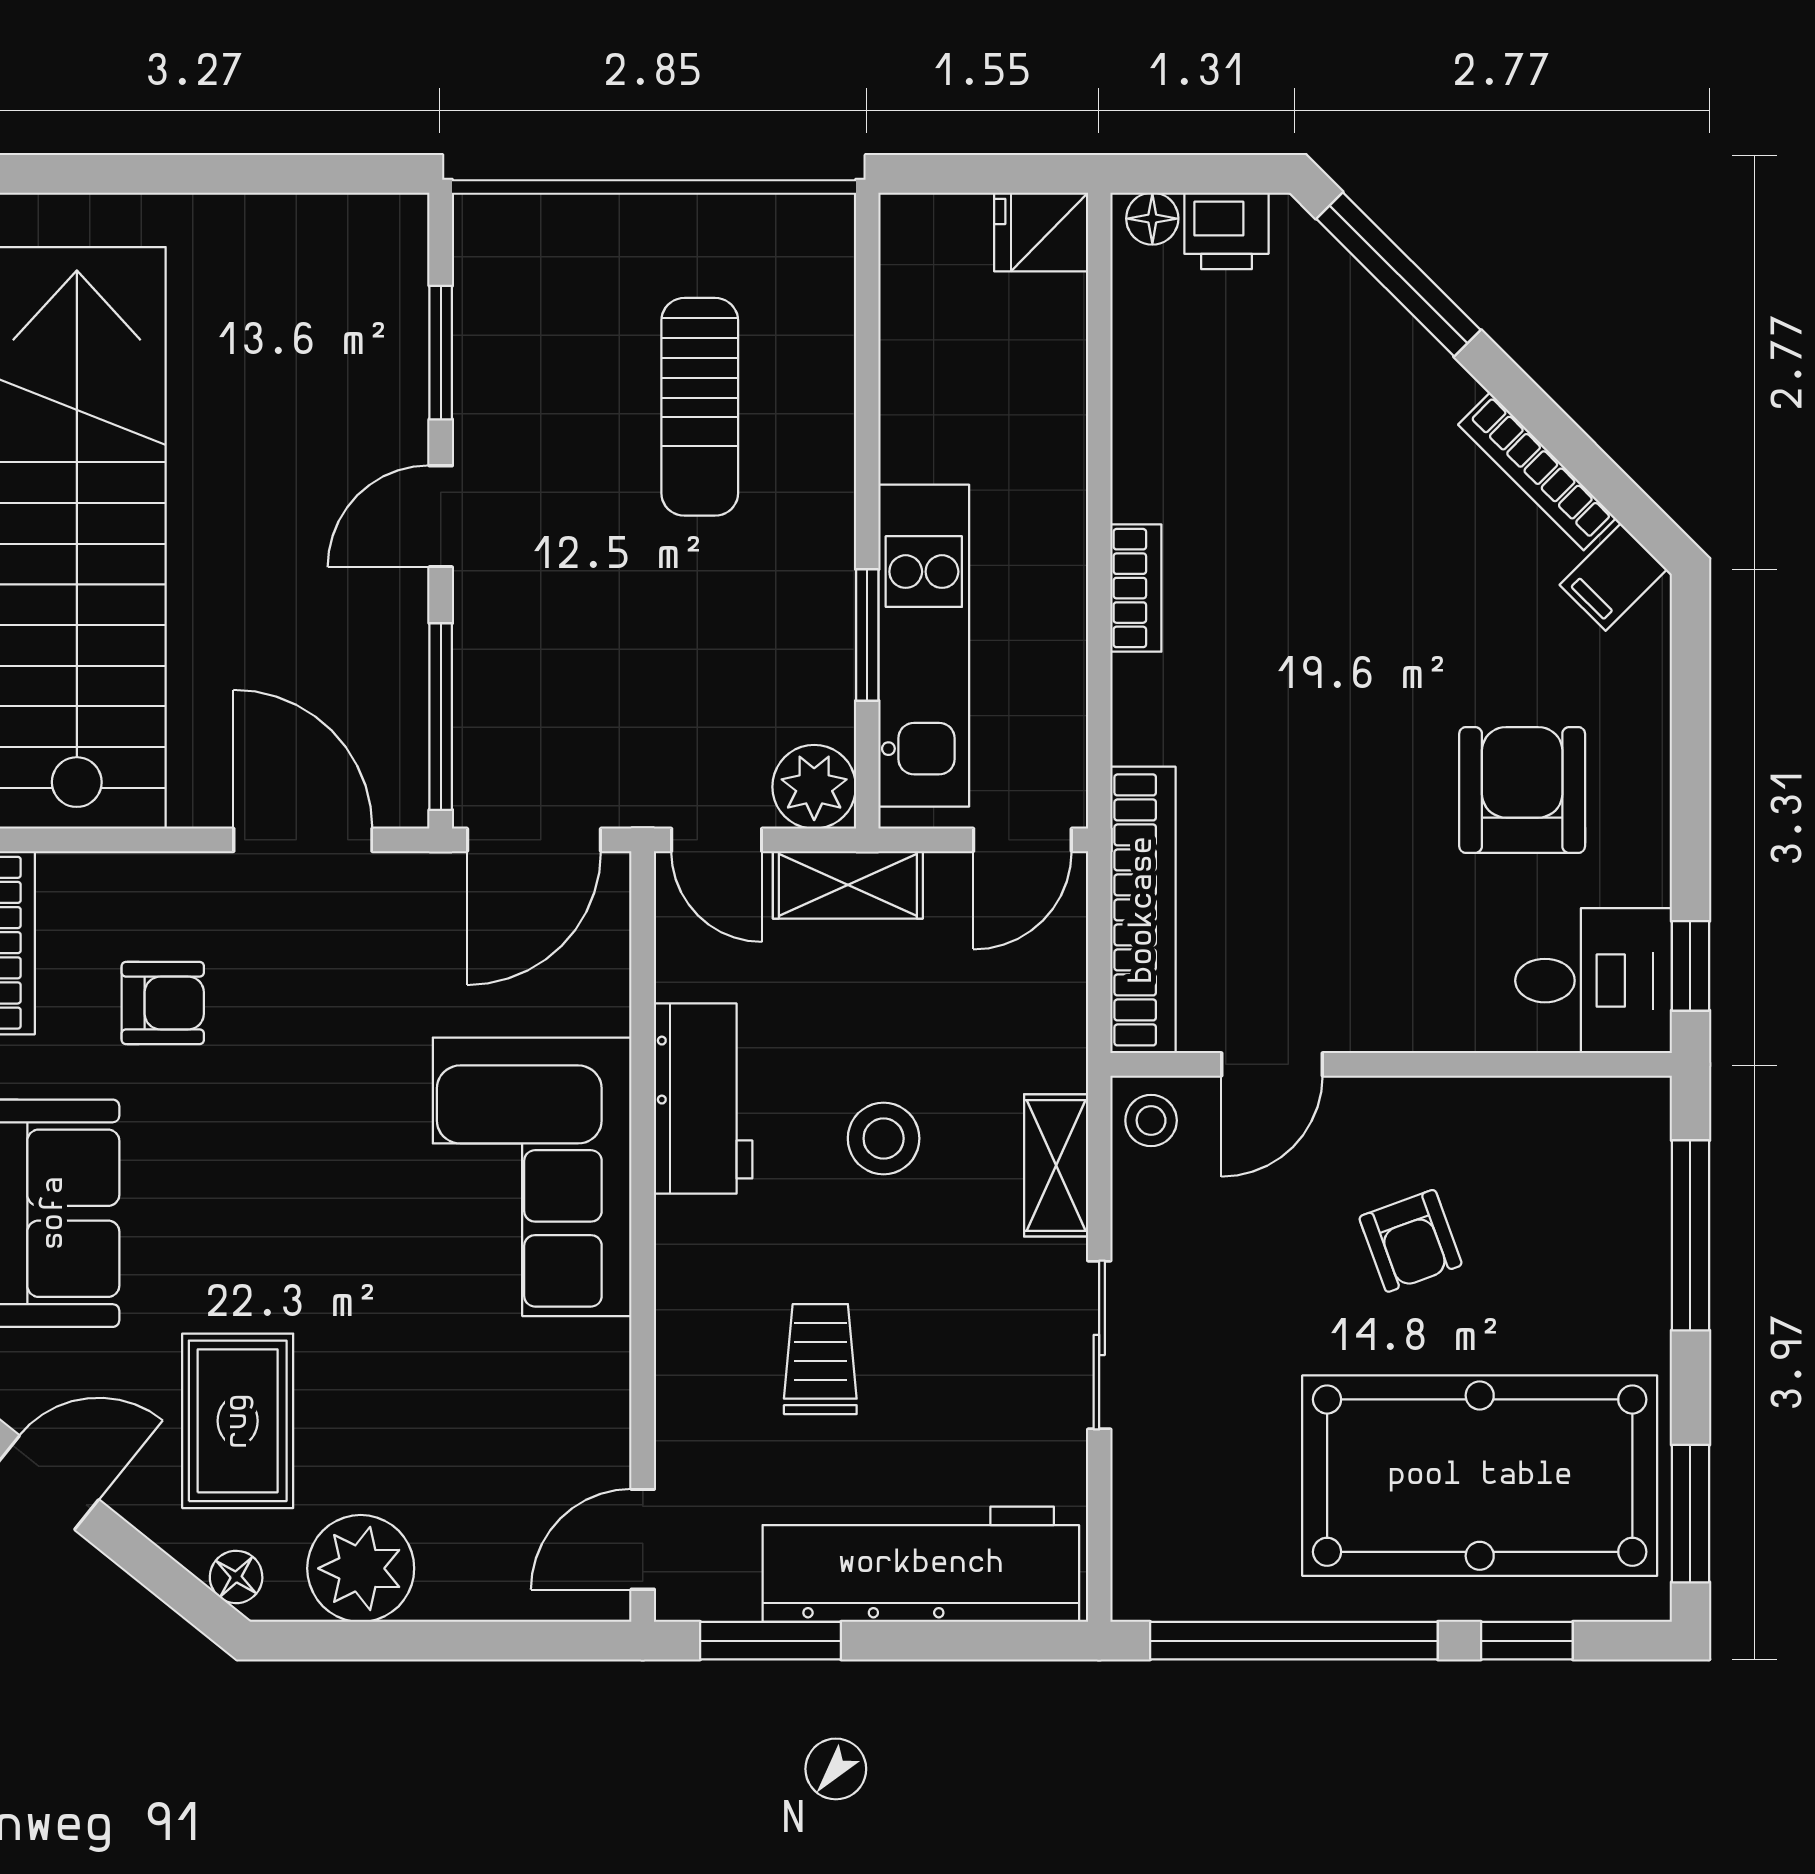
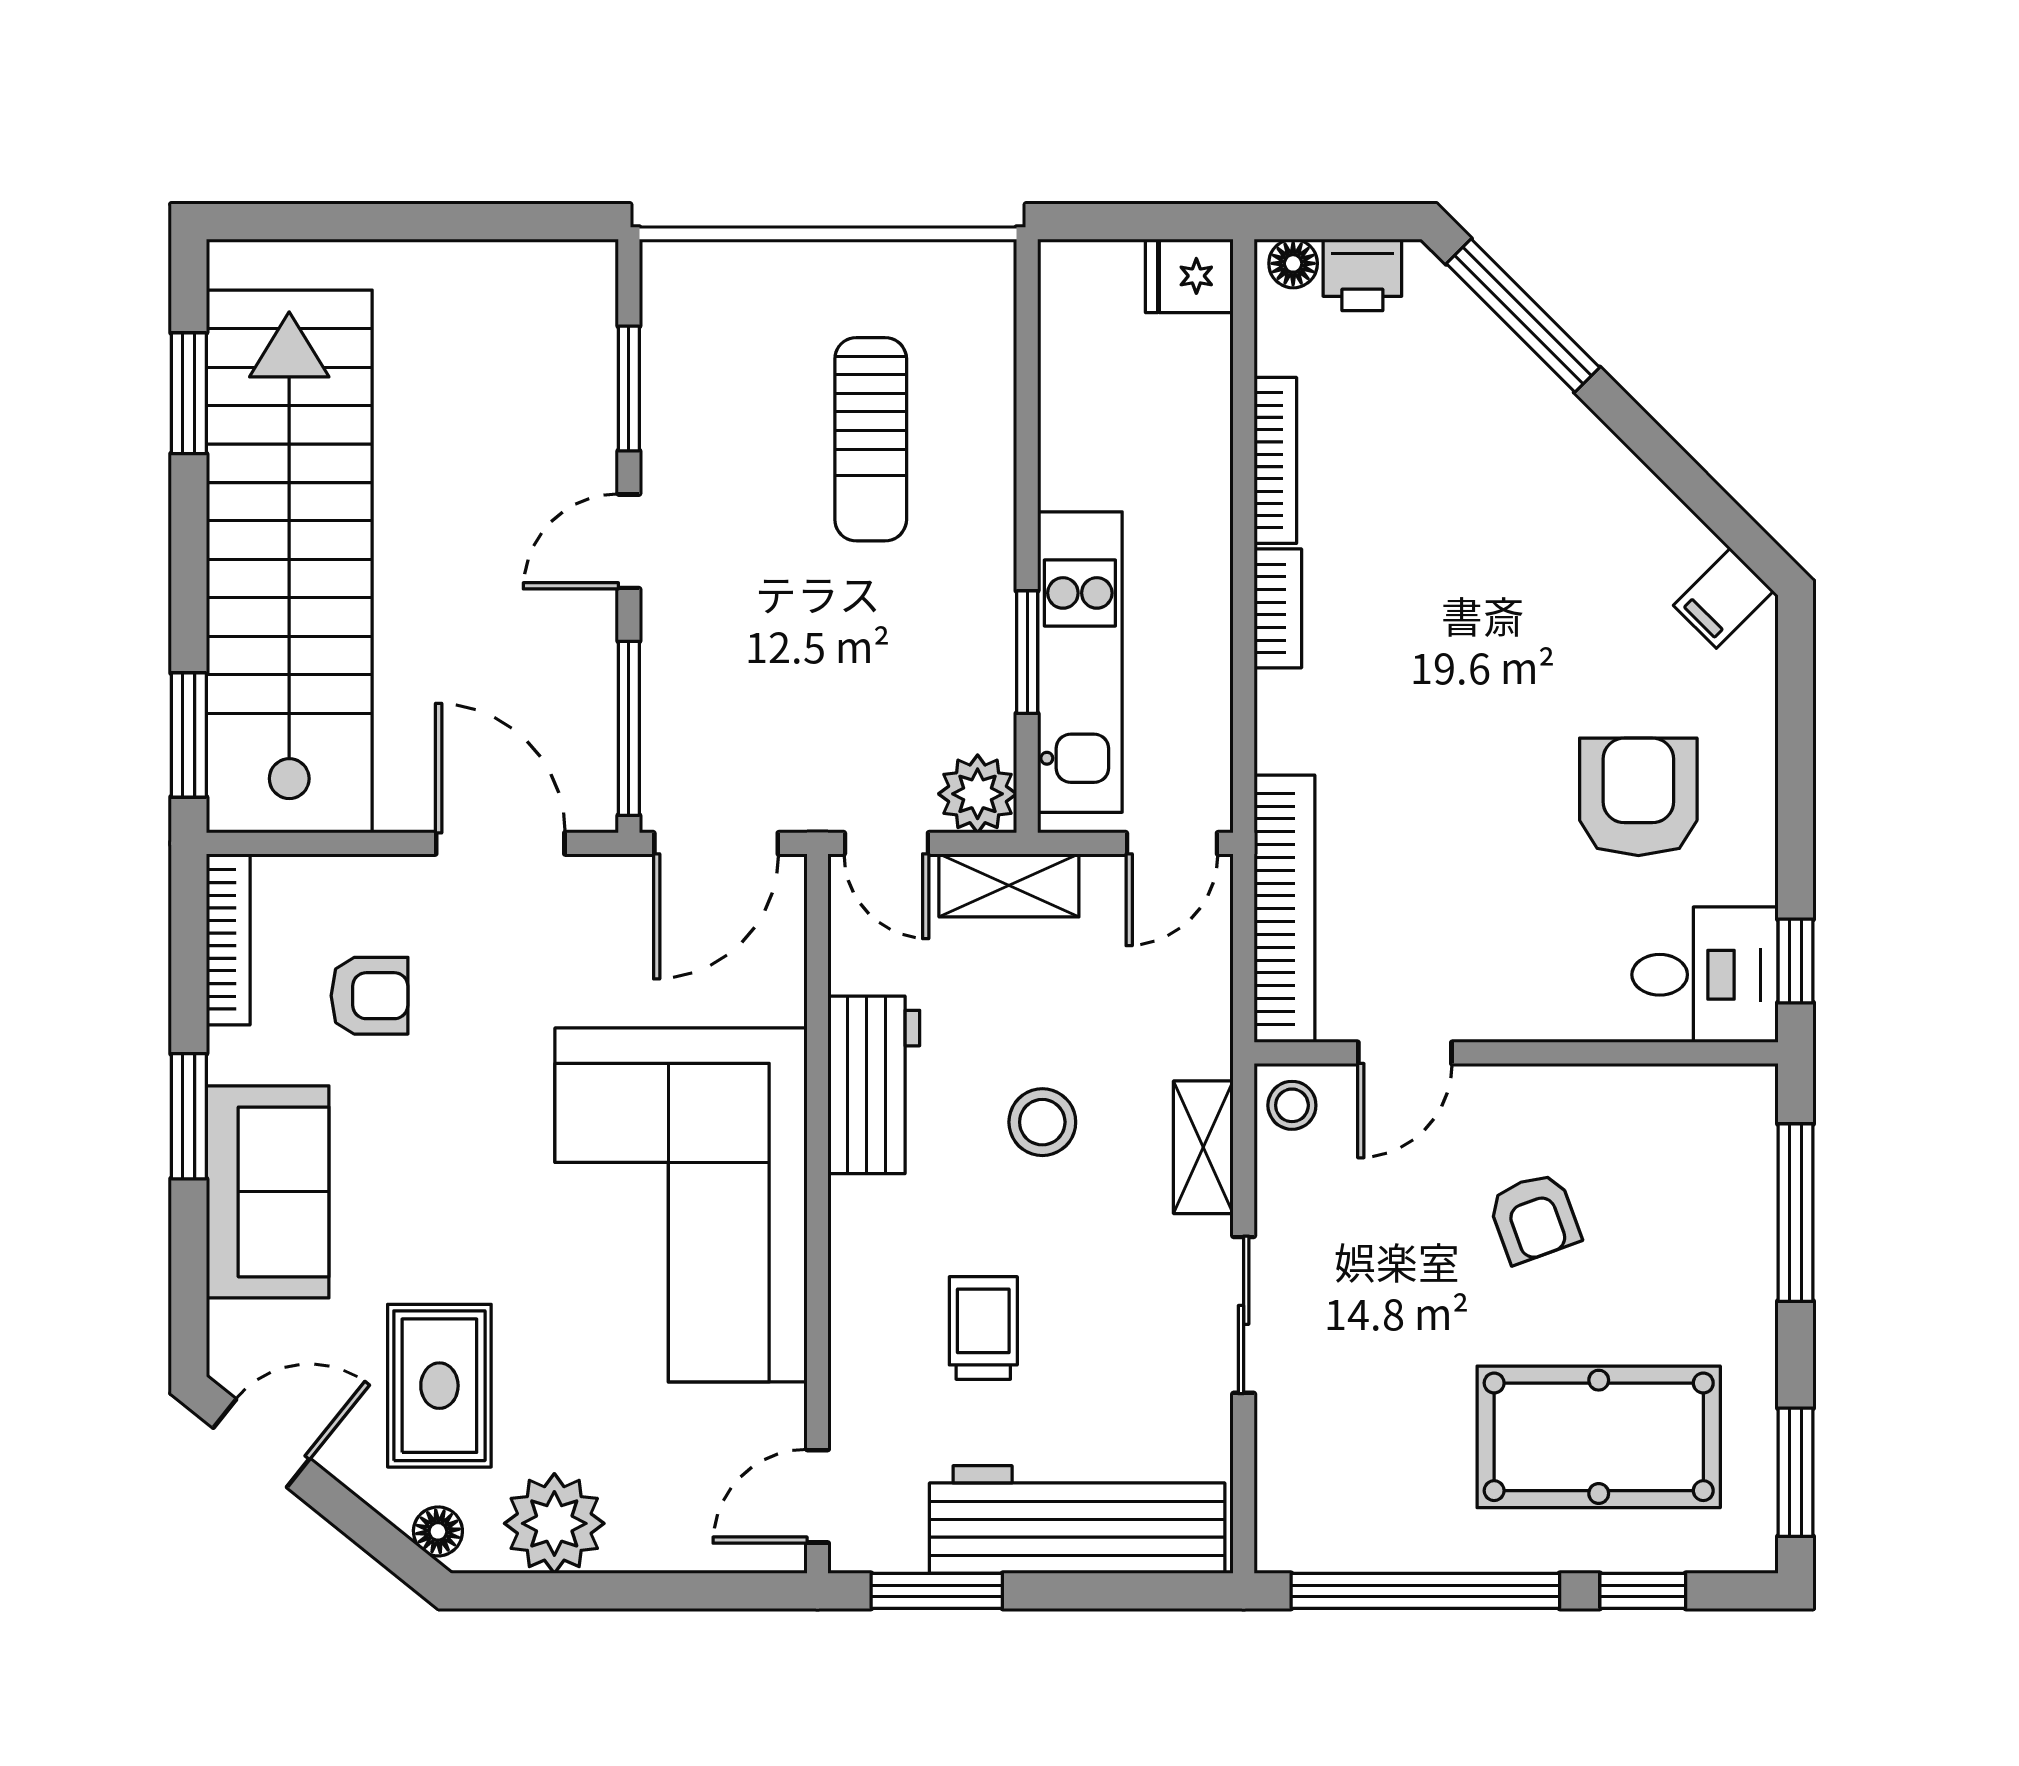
bookcase: (1537, 471) -> (1275, 460), moved, turned -135
corner sofa: (532, 1177) -> (681, 1205), width x1.36, depth x1.36
pool table: (1480, 1476) -> (1599, 1437), width x0.73, depth x0.76

